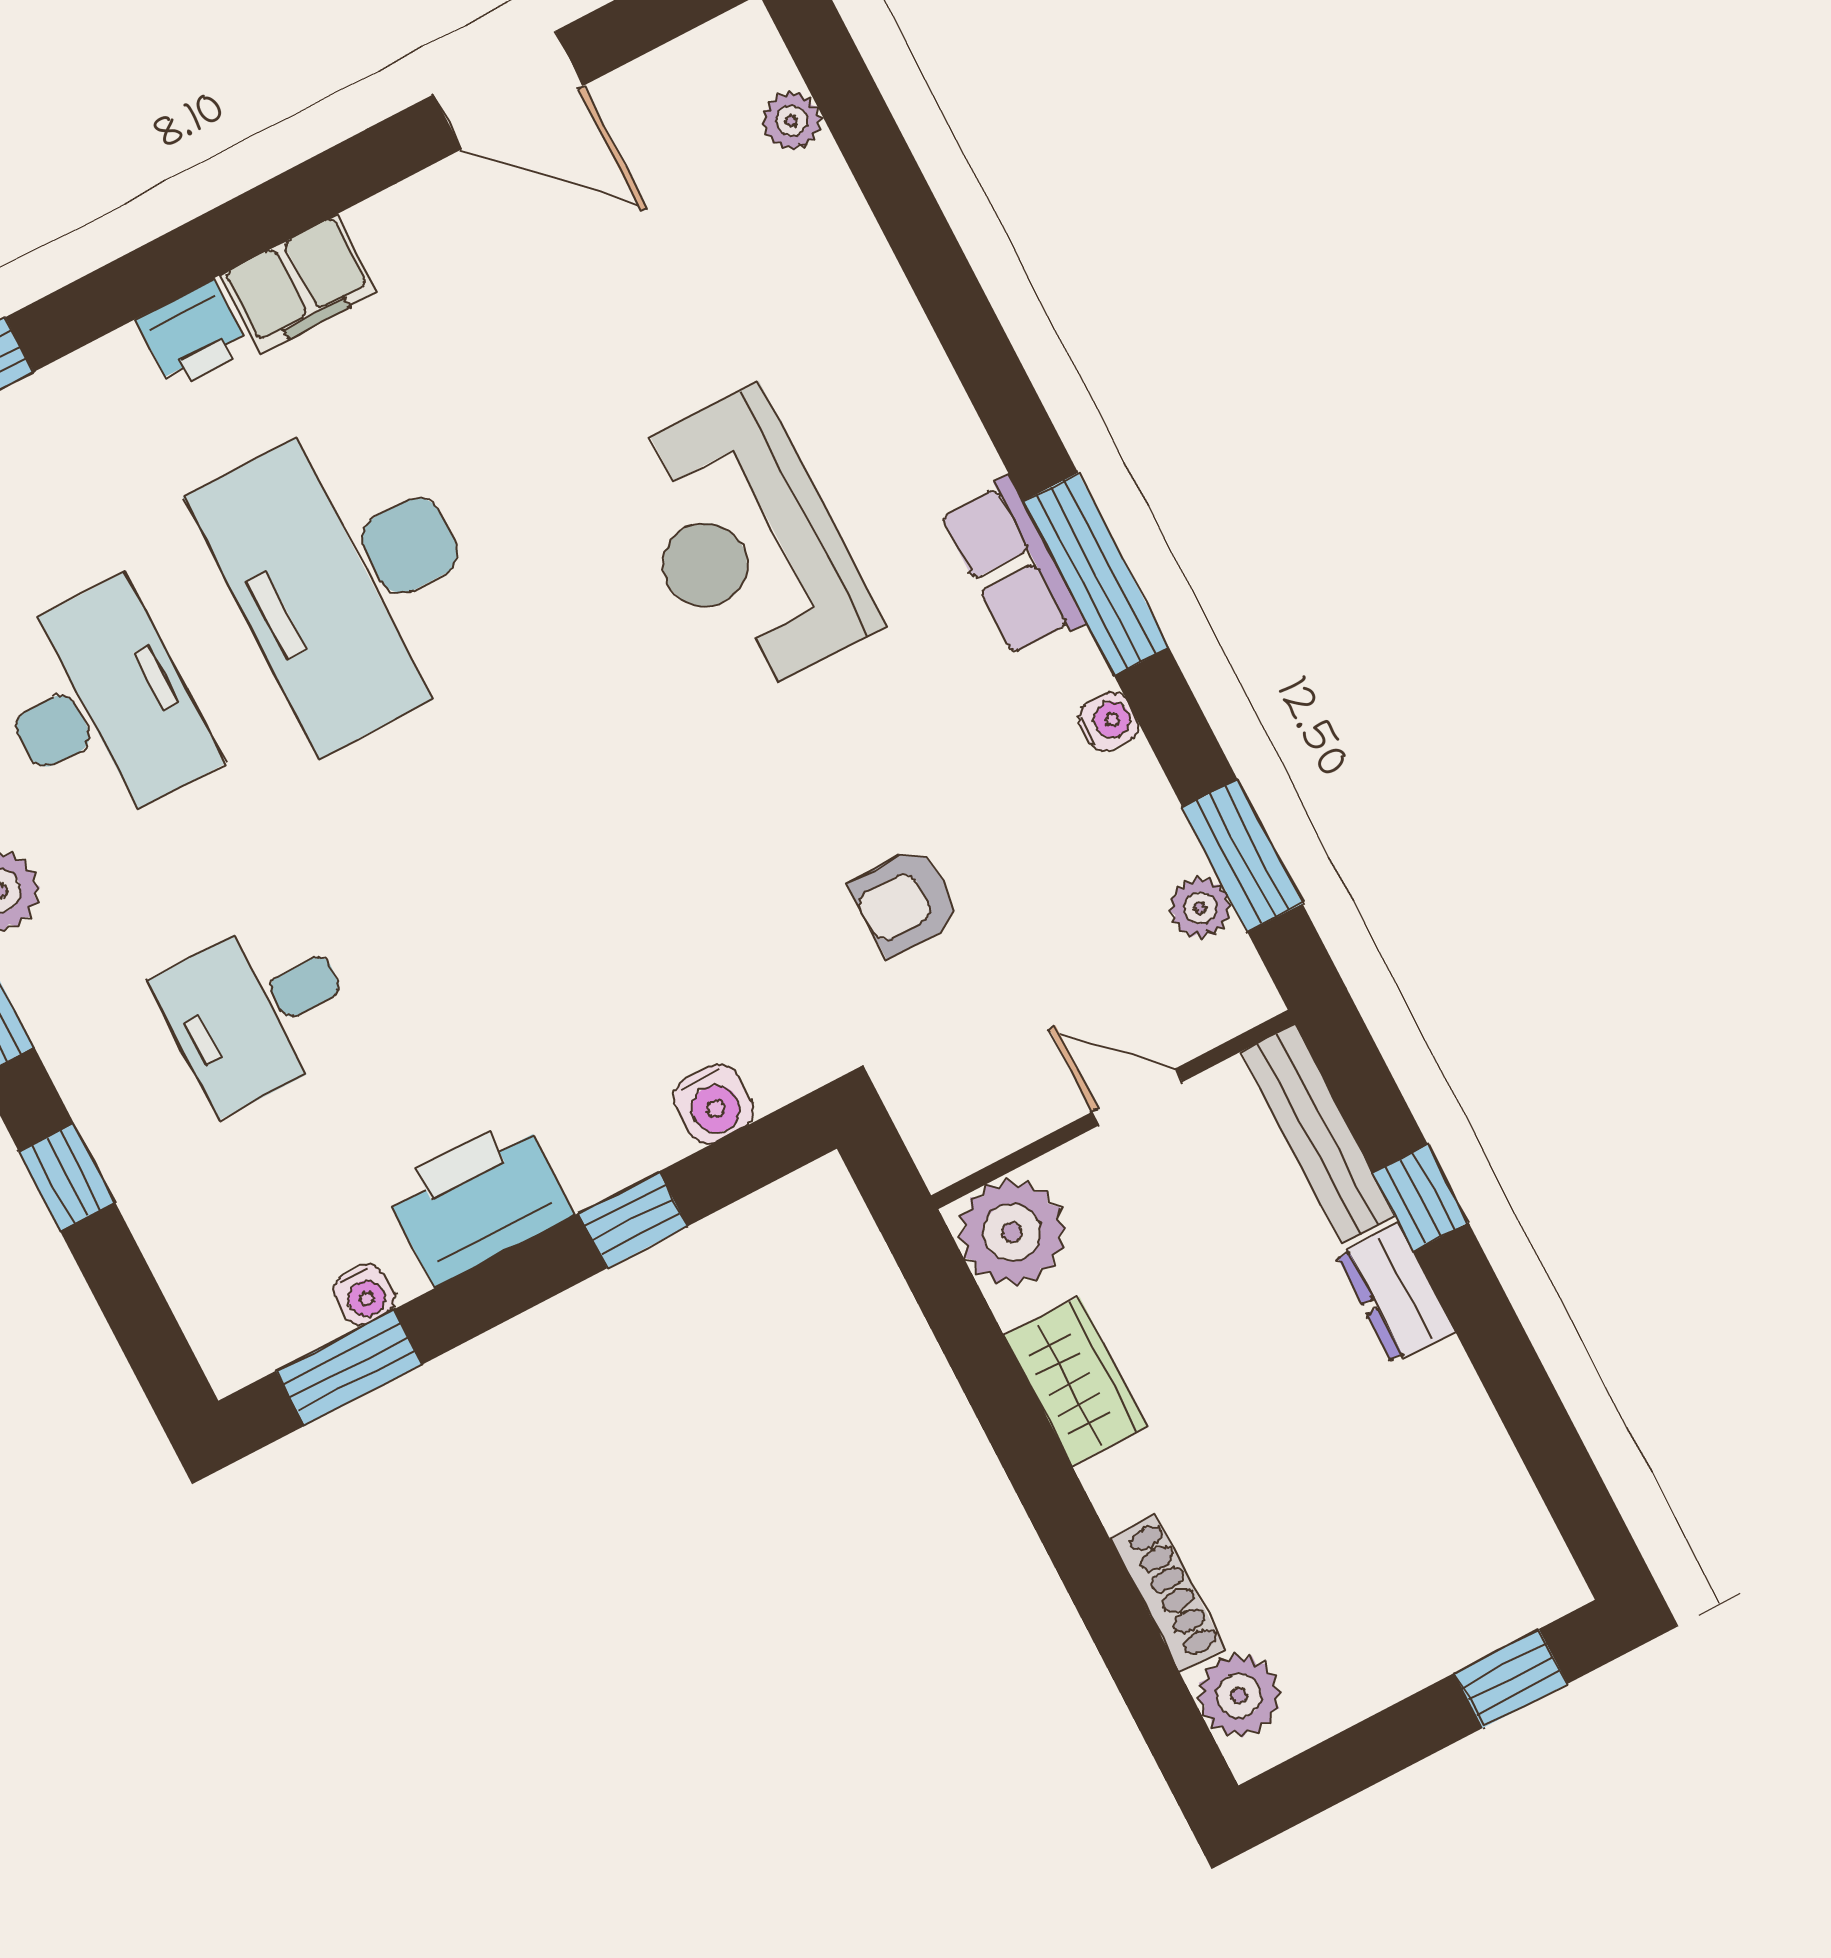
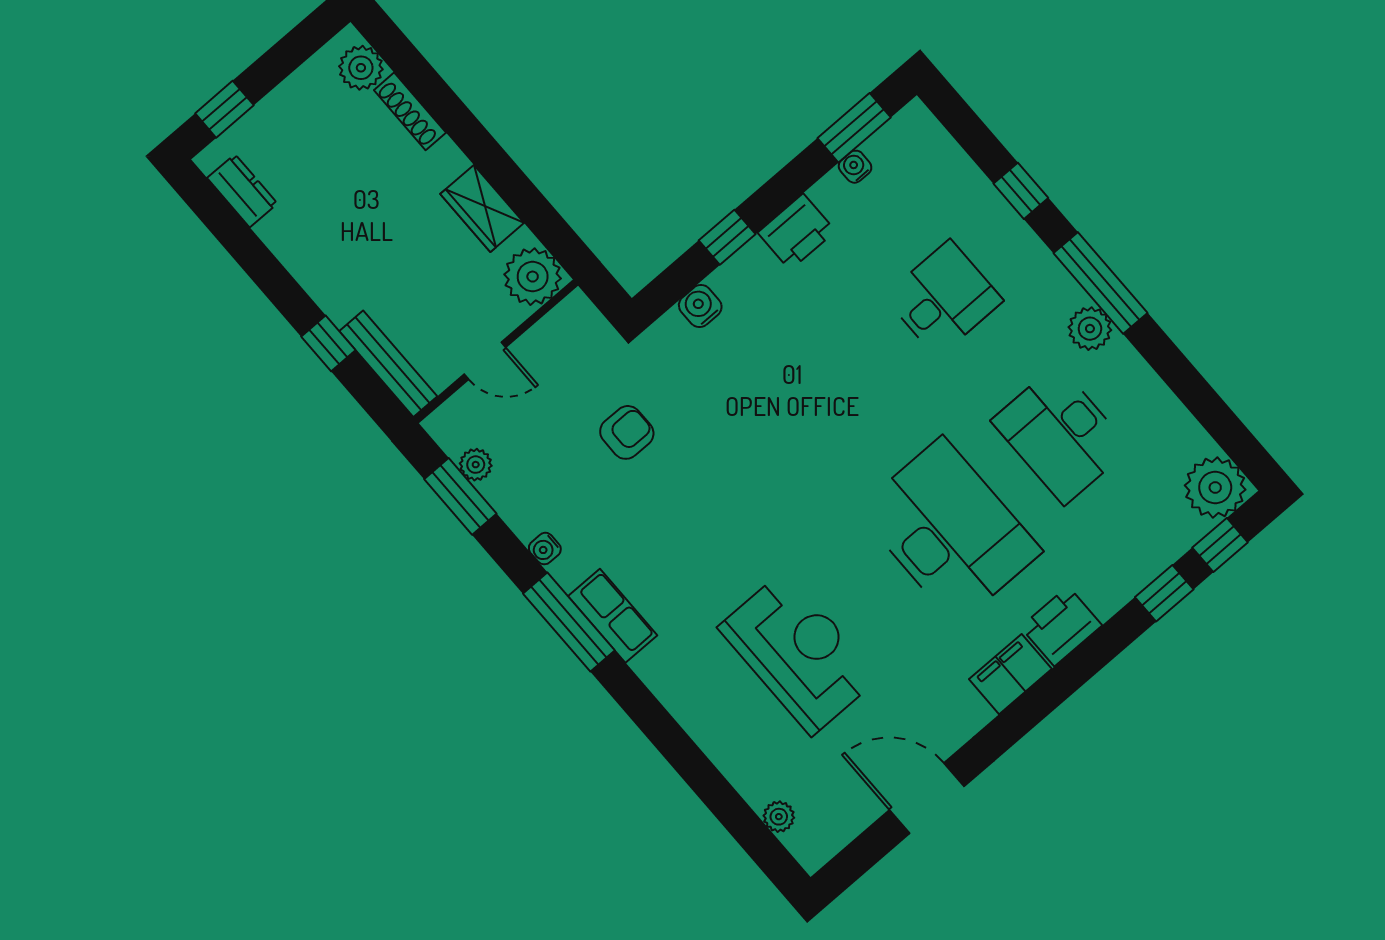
printer: (193, 335) -> (1061, 626), width x1.36, depth x1.24
reception desk: (745, 544) -> (798, 653), moved
printer: (478, 1201) -> (797, 232), width x0.73, depth x0.84
dresser: (1396, 1293) -> (242, 191), moved

